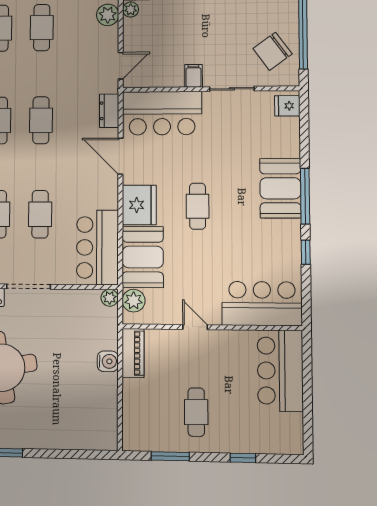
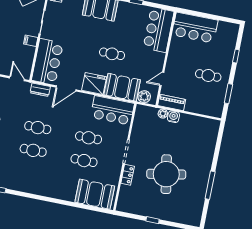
cafe table: (198, 206) -> (112, 54), moved
plant: (110, 298) -> (163, 114), moved
door: (195, 327) -> (162, 79), moved

